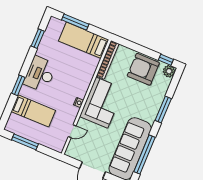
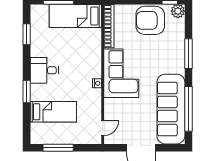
desk: (40, 74) -> (44, 70), width x0.73
door: (72, 131) -> (103, 128), moved

